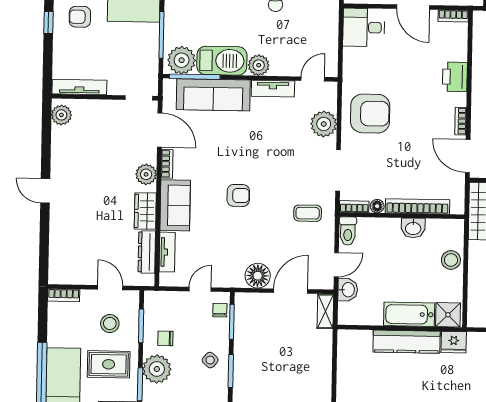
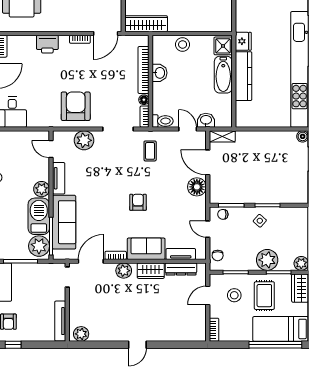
chair: (165, 338) -> (218, 255), moved

